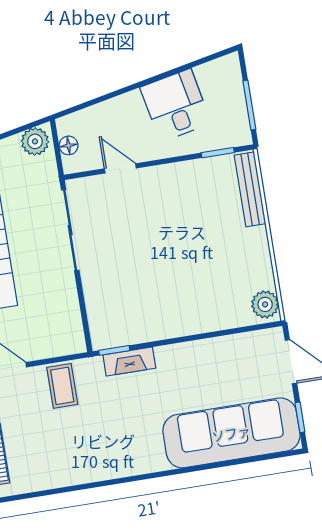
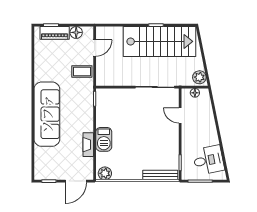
desk: (176, 105) -> (208, 160), moved
door: (120, 168) -> (180, 115), swing flipped
barbecue: (195, 318) -> (104, 139), added
fireplace: (129, 362) -> (88, 145), moved
sofa: (231, 433) -> (47, 114), moved

